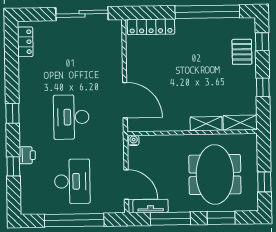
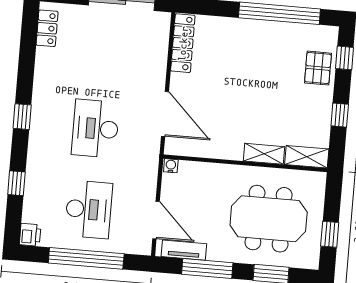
locker: (151, 27) -> (183, 43), moved, turned -90
printer: (27, 155) -> (30, 235), moved
meeting table: (215, 174) -> (269, 219), turned 90

